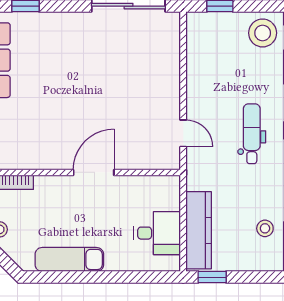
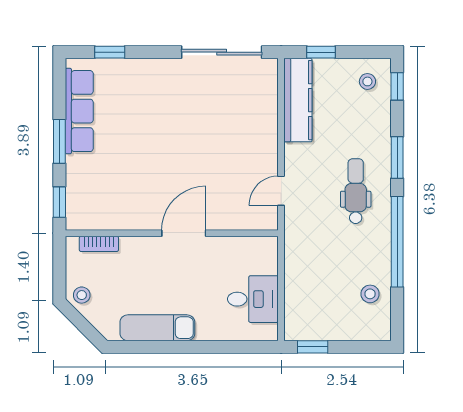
stool: (263, 33) -> (367, 81), width x0.53, depth x0.53
door: (183, 133) -> (281, 191), swing flipped
kitchen counter: (199, 230) -> (298, 100), moved

